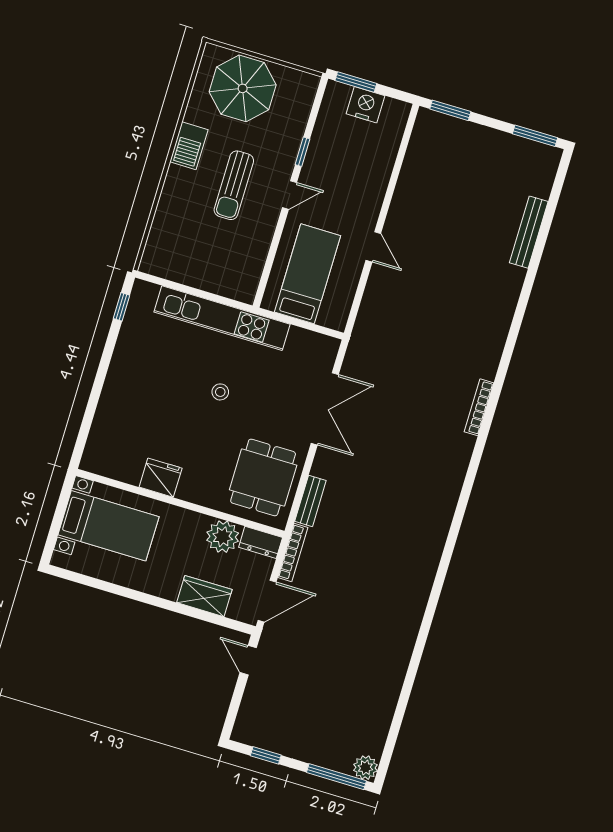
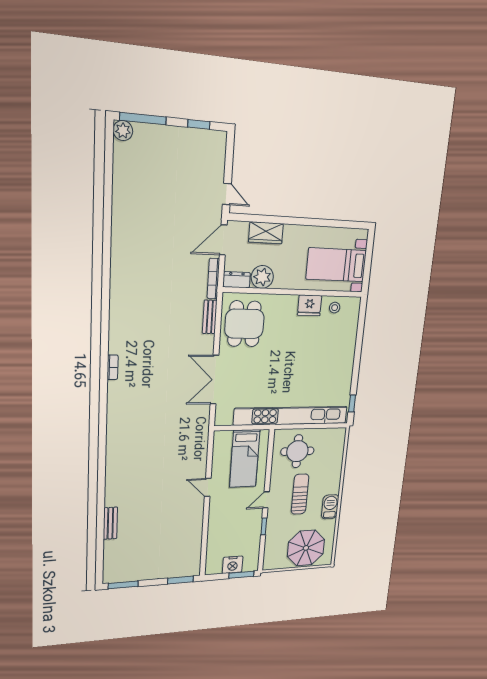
bench: (529, 232) -> (110, 523), width x0.73
round table: (224, 258) -> (297, 451), added
kitchen unit: (222, 318) -> (291, 416), width x1.36
stool: (220, 392) -> (335, 308), moved
bookcase: (479, 407) -> (113, 367), moved, width x0.64

